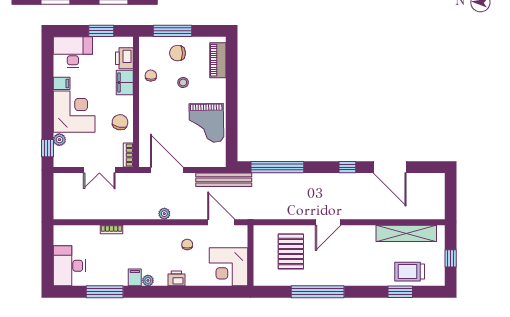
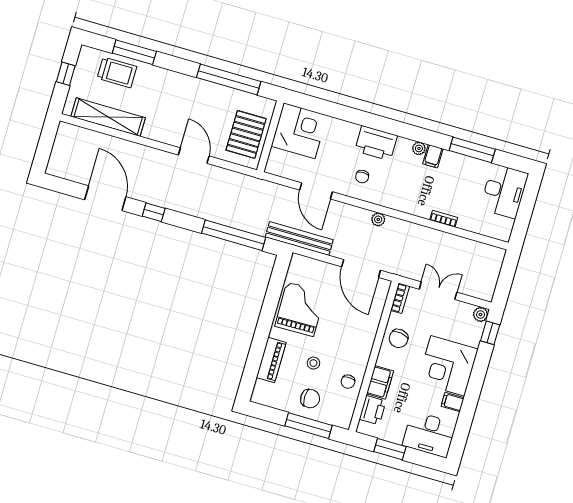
piano: (218, 60) -> (271, 360), moved
plant: (59, 140) -> (480, 314), moved
door: (328, 222) -> (194, 156), hinge flipped
wall: (250, 256) -> (270, 136), moved
corner desk: (228, 267) -> (299, 131), moved
printer: (176, 278) -> (376, 143), width x1.87, depth x1.48
window: (400, 292) -> (134, 52), width x1.44

